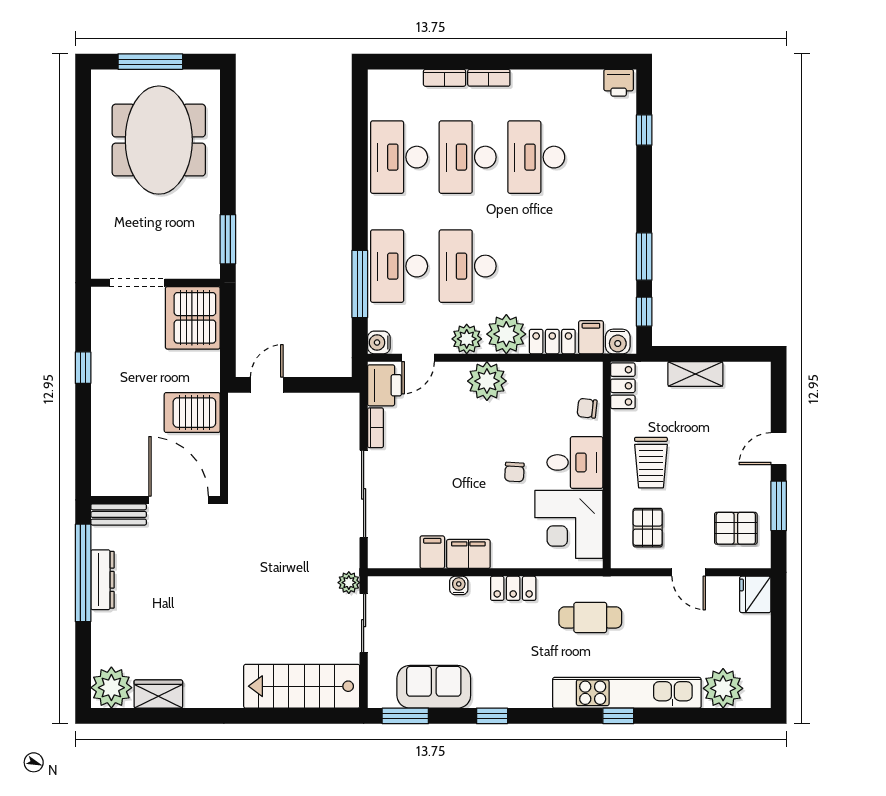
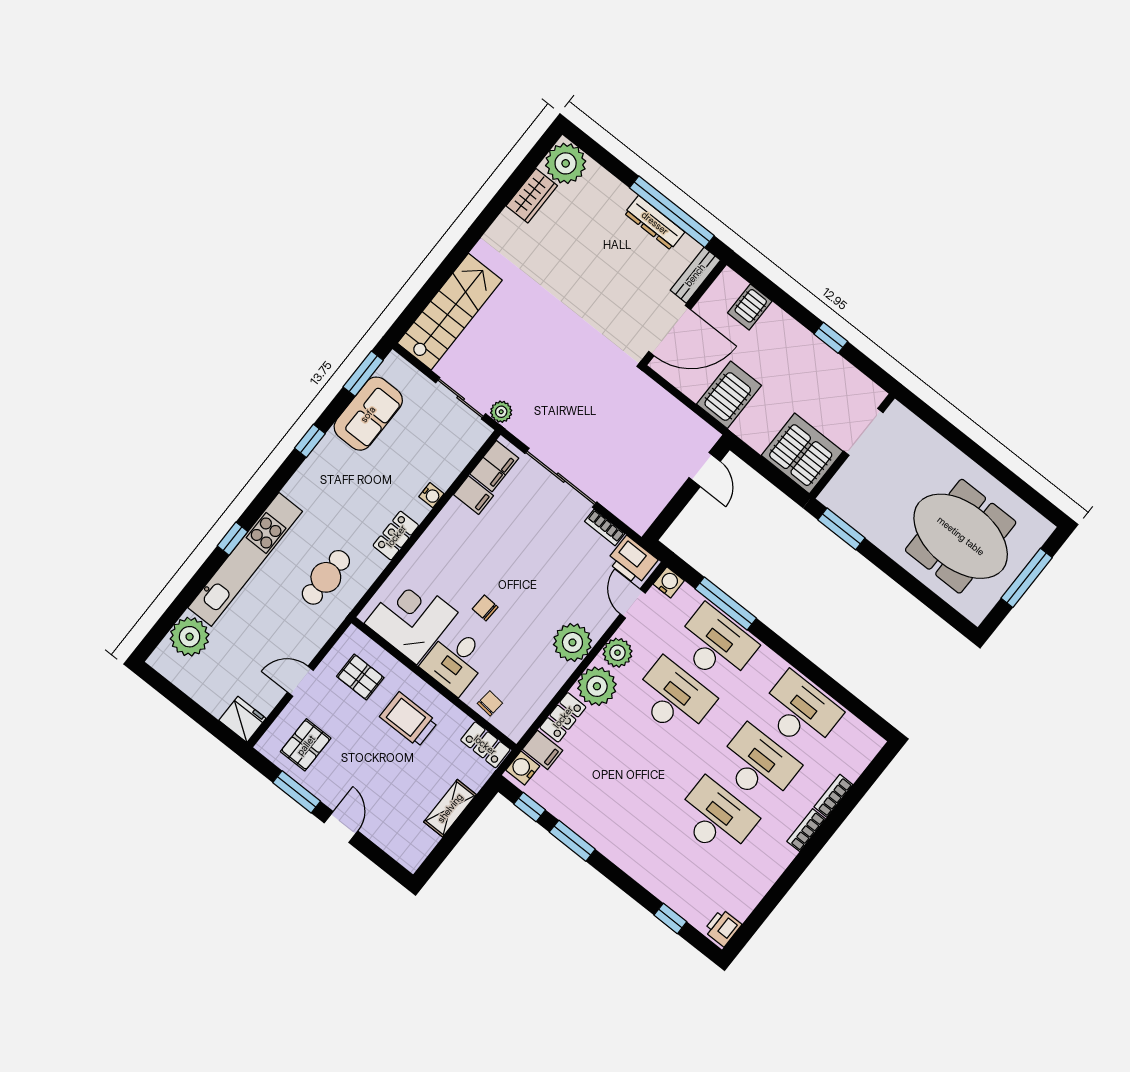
server rack: (110, 451) -> (750, 307), added
filing cabinet: (468, 554) -> (494, 466), moved

